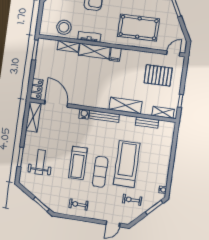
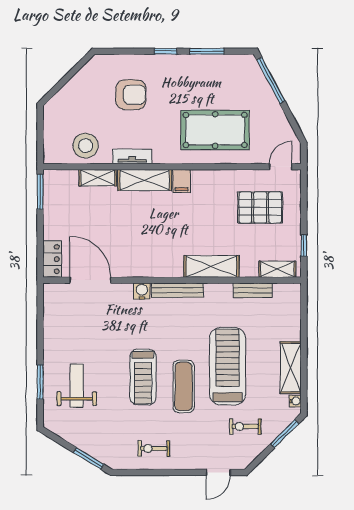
shelving: (33, 117) -> (291, 368), moved

